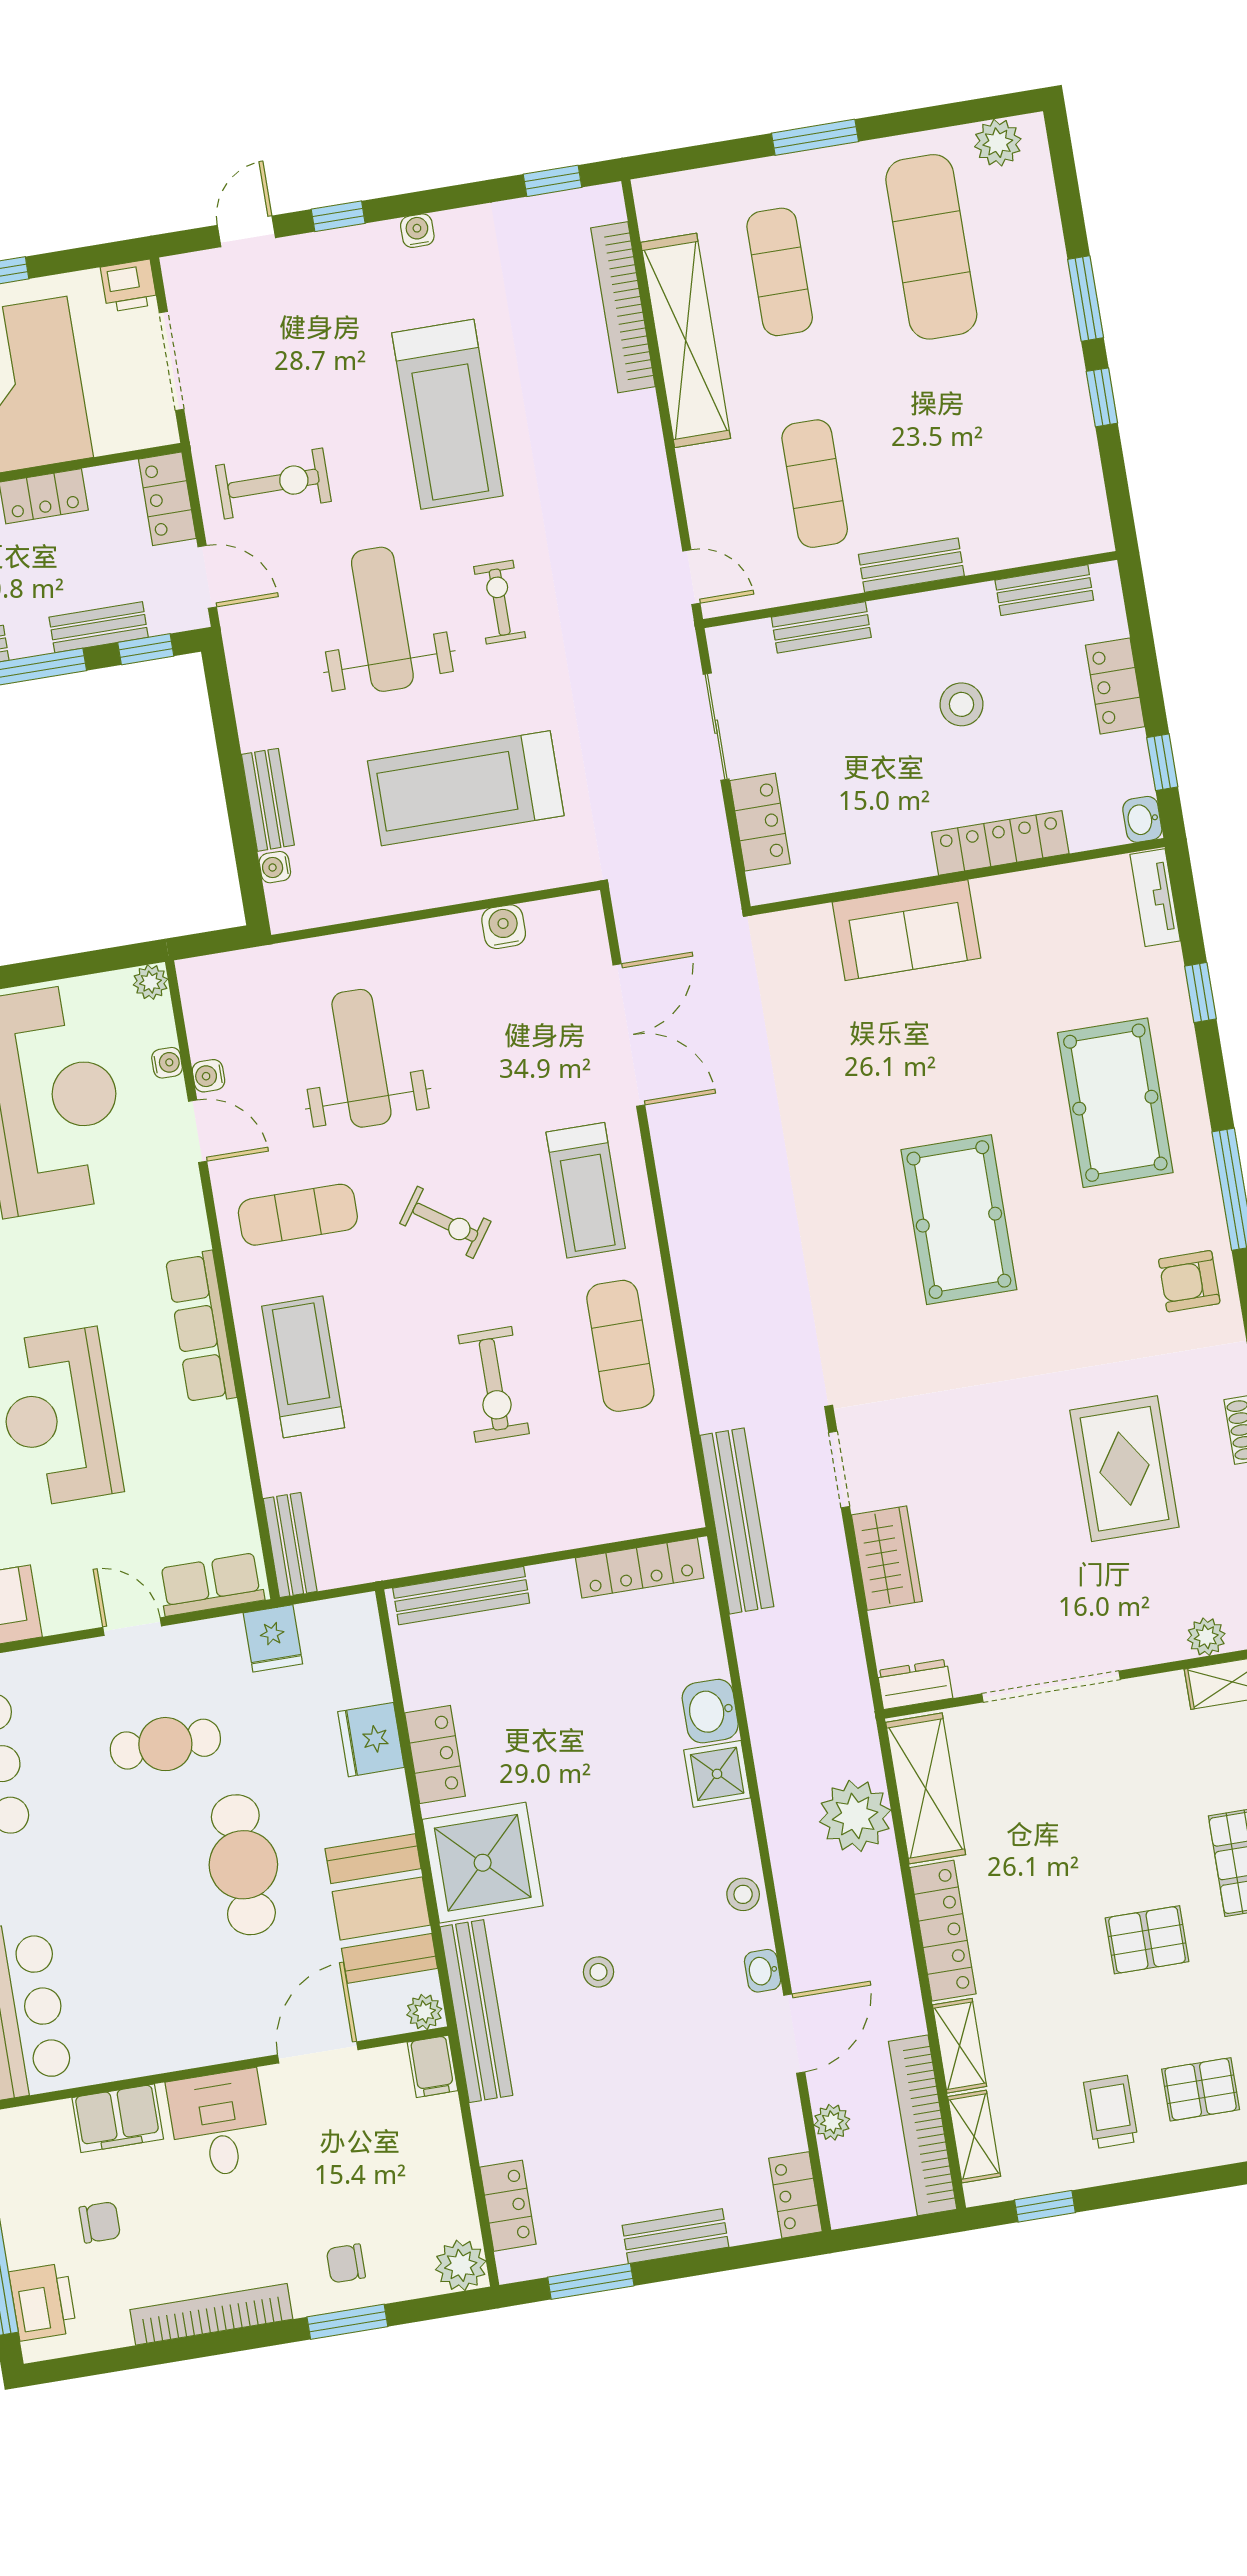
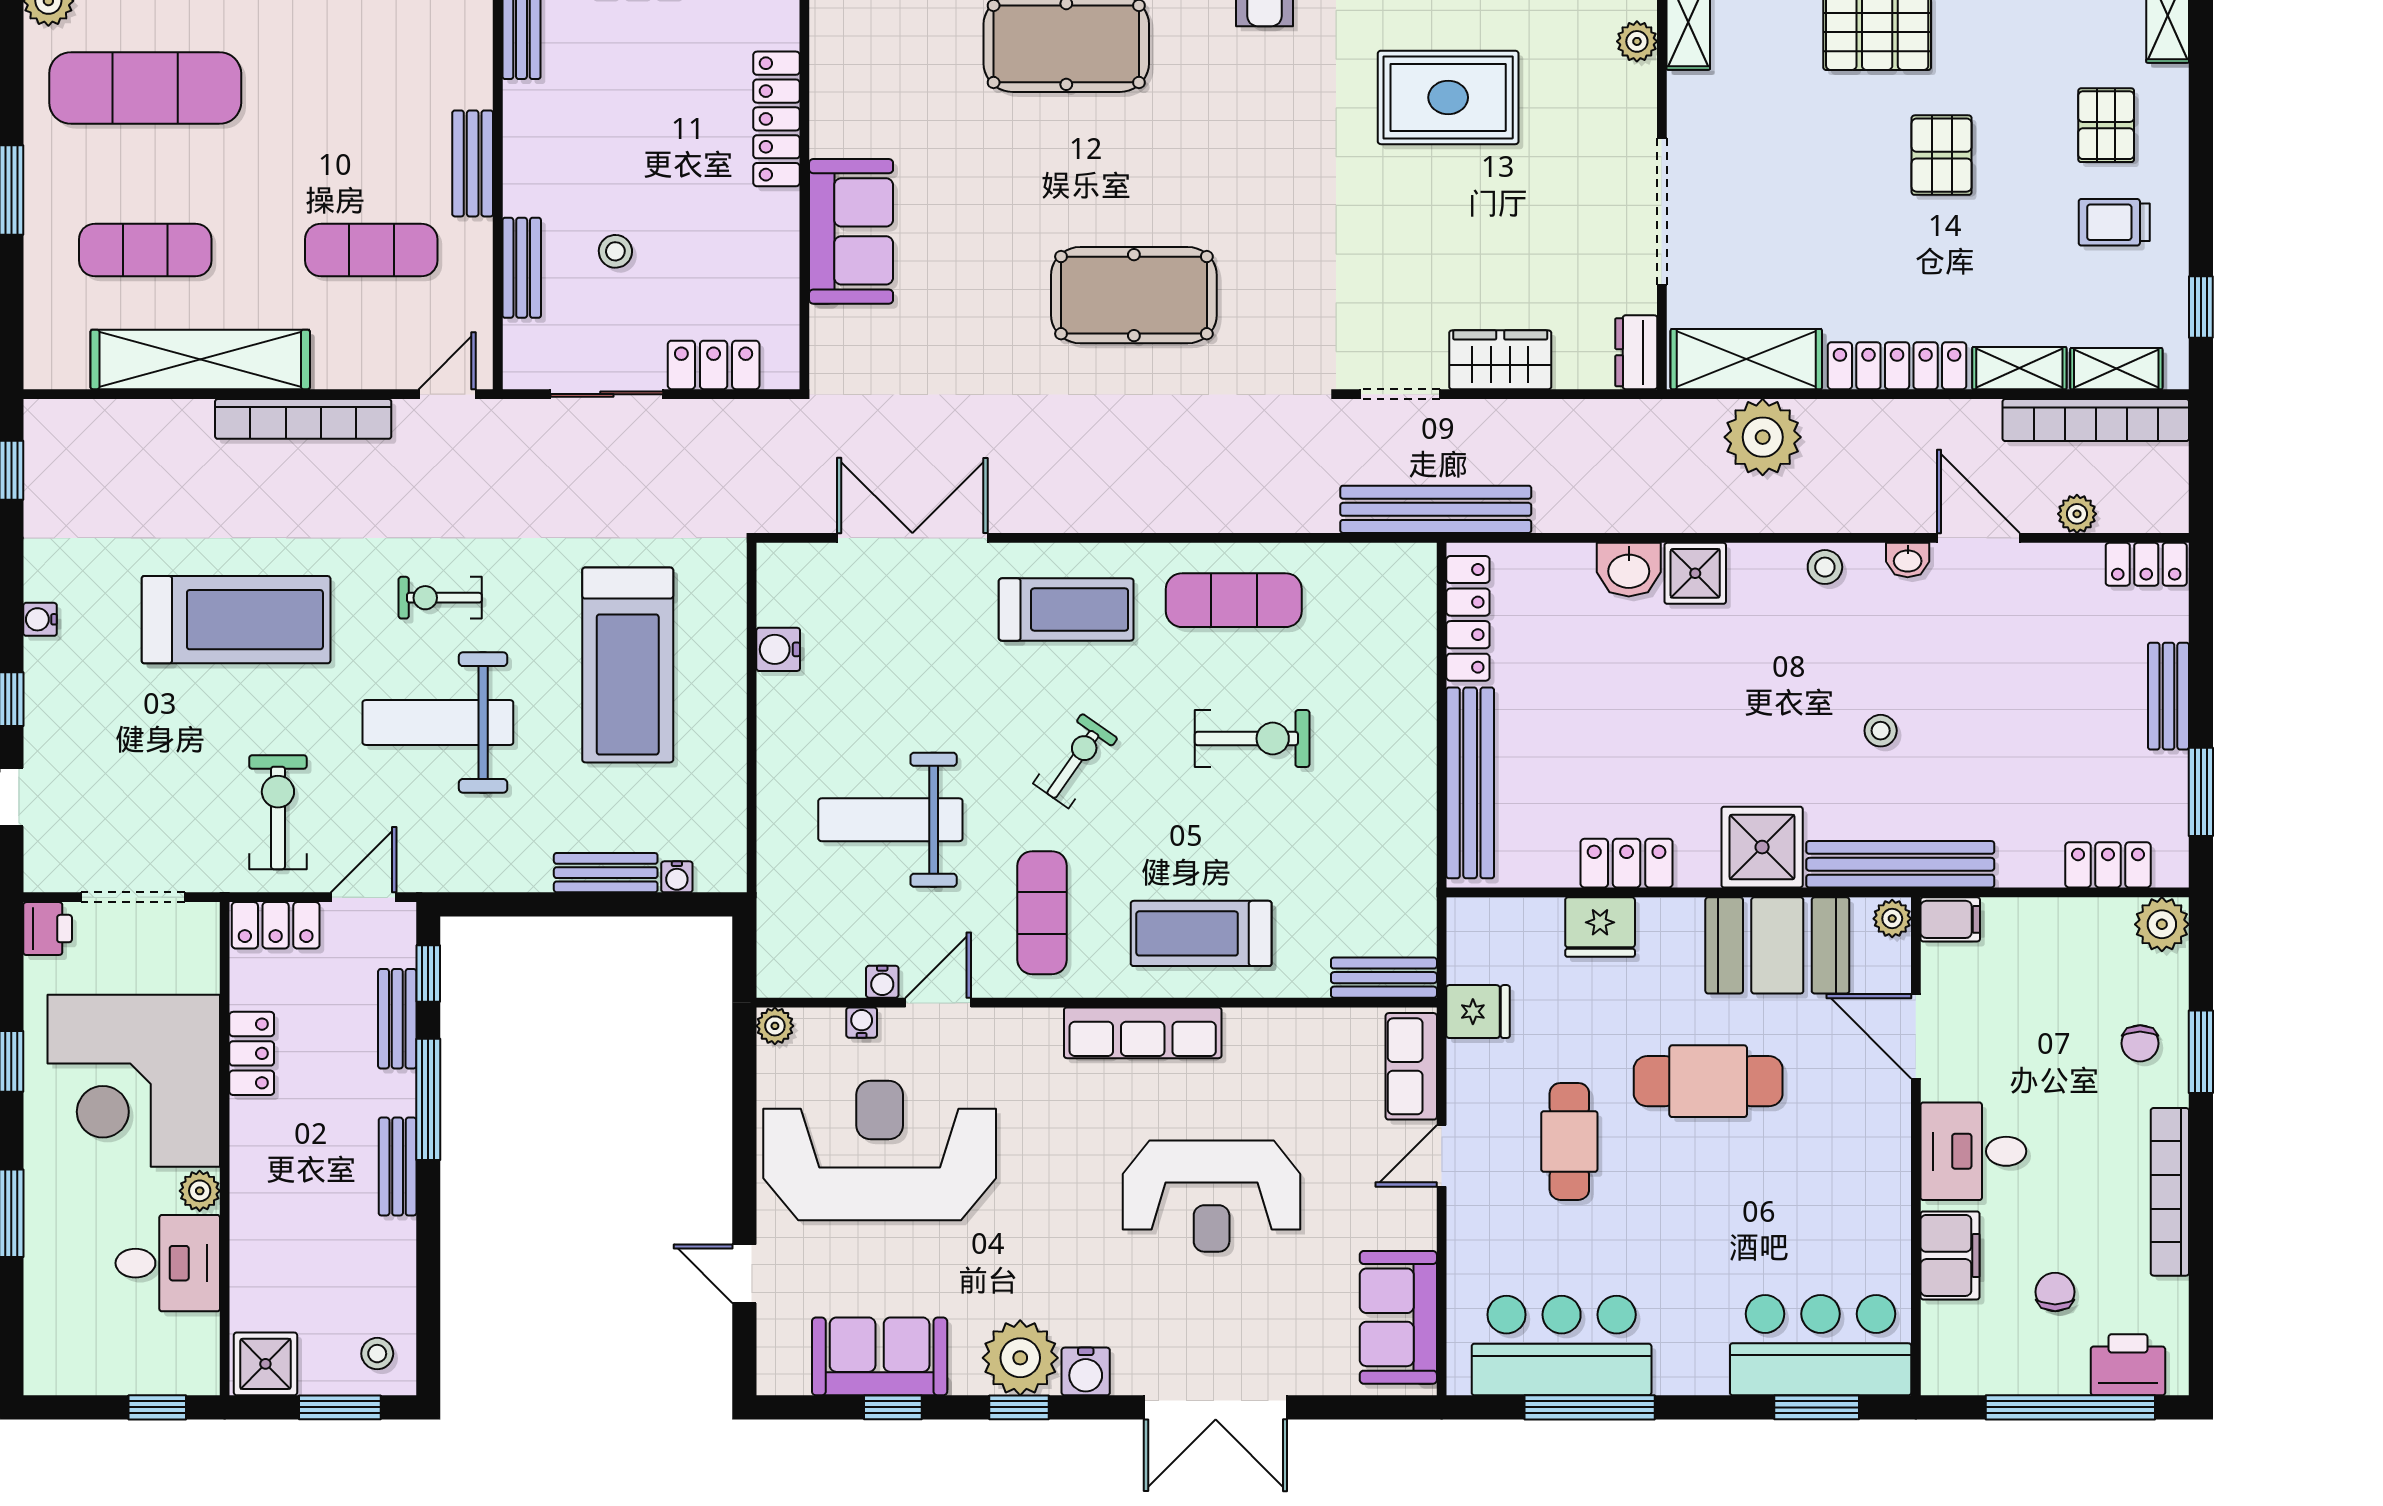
bookcase: (623, 307) -> (303, 419), moved
stool: (961, 704) -> (615, 251), moved, width x0.73, depth x0.73
pool table: (959, 1220) -> (1134, 295), moved
bench: (461, 1596) -> (1470, 783), width x1.37, depth x1.21
shower: (483, 1863) -> (1762, 847), width x0.73, depth x0.73

